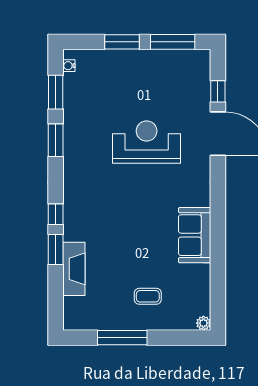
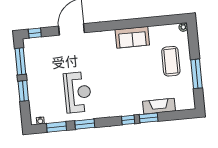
window: (218, 91) -> (35, 33), moved
reception desk: (147, 142) -> (78, 92), moved, turned 180
coffee table: (148, 296) -> (171, 61), width x1.86, depth x1.72

